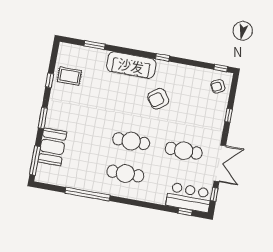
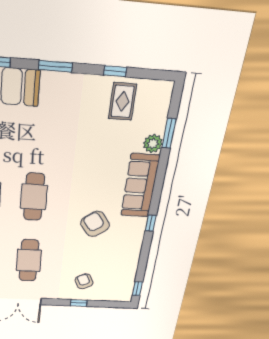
plant: (101, 56) -> (153, 144), added
armchair: (218, 86) -> (84, 281), moved

